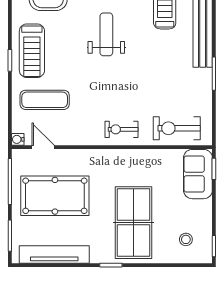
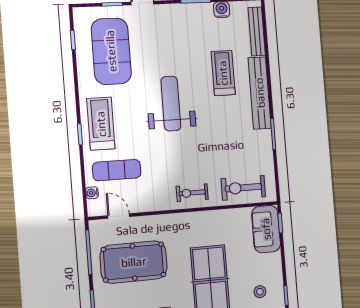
weight bench: (106, 34) -> (171, 104), width x1.36, depth x1.33
treadmill: (32, 51) -> (101, 124), turned 180
water cooler: (18, 139) -> (92, 193), moved

